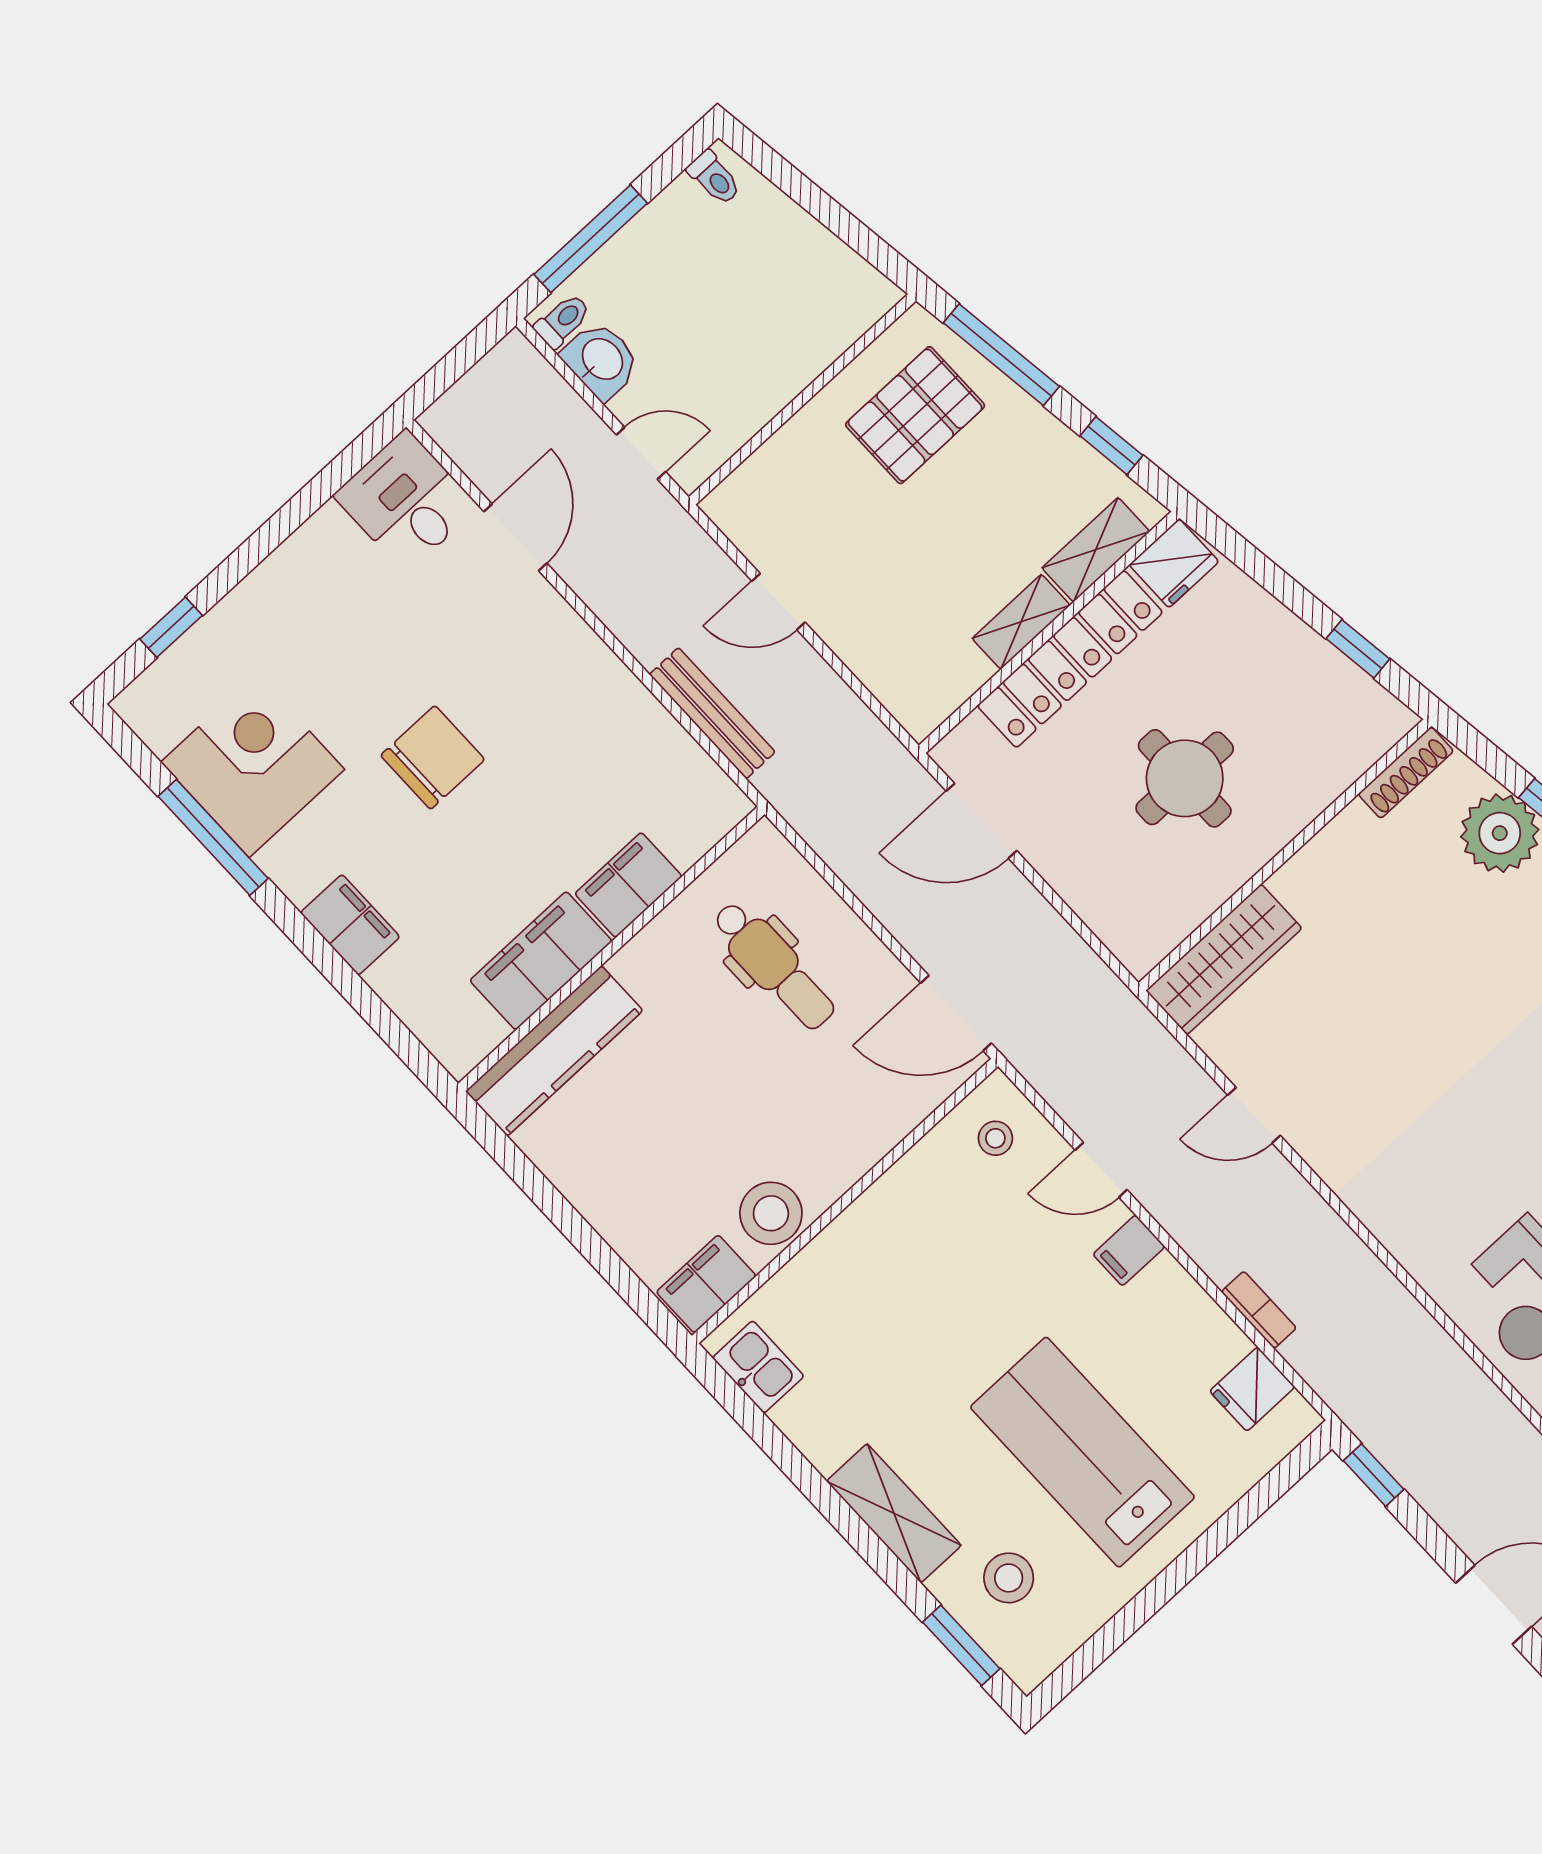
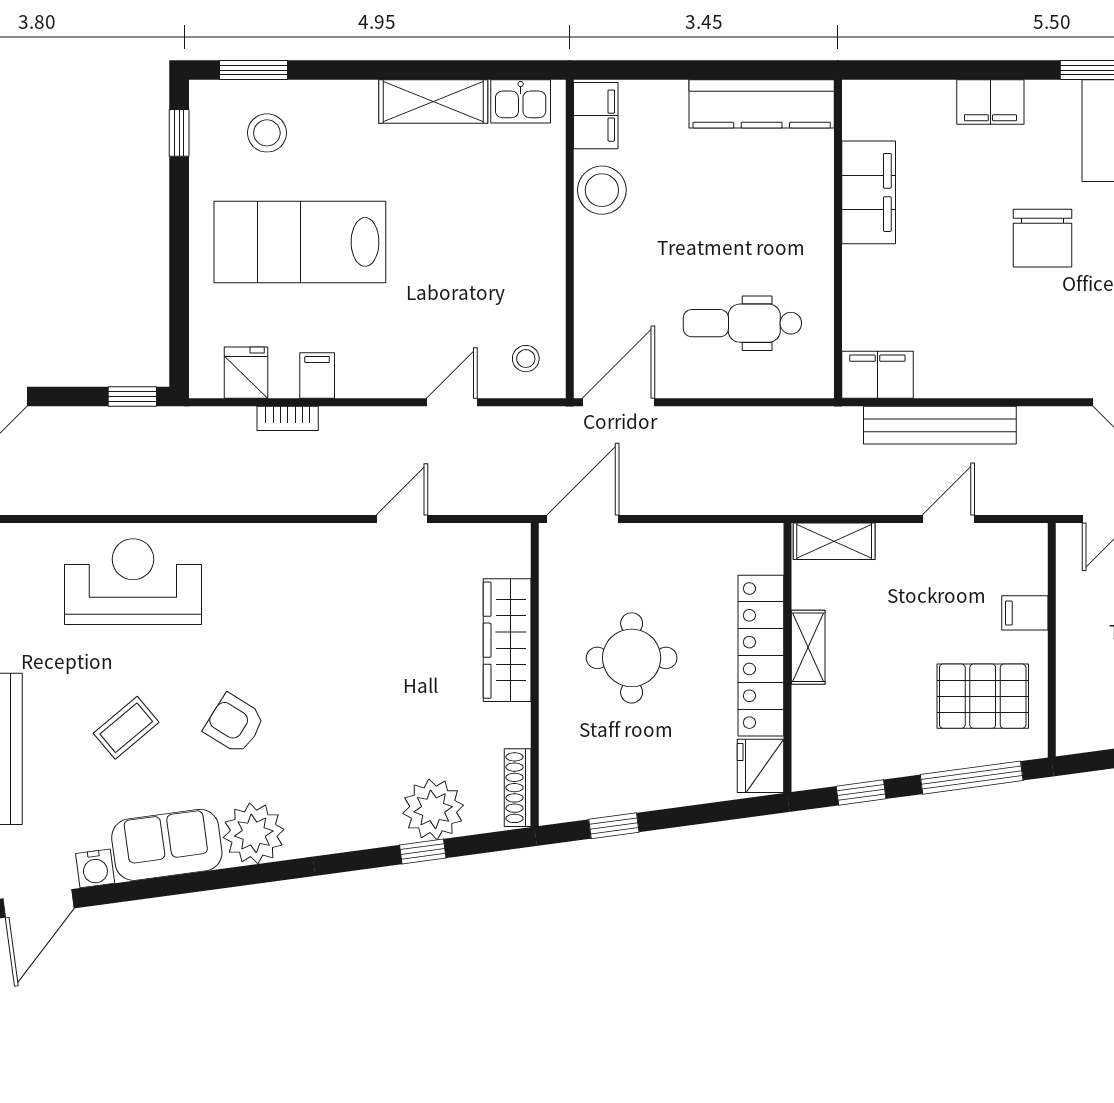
pallet: (915, 415) -> (983, 696), turned 90
filing cabinet: (800, 448) -> (1025, 613), added
shelving: (1096, 550) -> (834, 541), moved, turned 90
bench: (712, 713) -> (940, 425), width x1.37, depth x1.21
door: (982, 821) -> (583, 519), moved
filing cabinet: (628, 885) -> (877, 375), moved, turned -90
wardrobe: (1224, 959) -> (507, 640), moved
kitchen counter: (554, 1051) -> (762, 104), moved, turned -90
filing cabinet: (1129, 1250) -> (317, 376), moved
lab bench: (1082, 1452) -> (300, 242), turned 180
shelving: (894, 1513) -> (433, 101), moved
window: (1085, 1661) -> (179, 133), added

